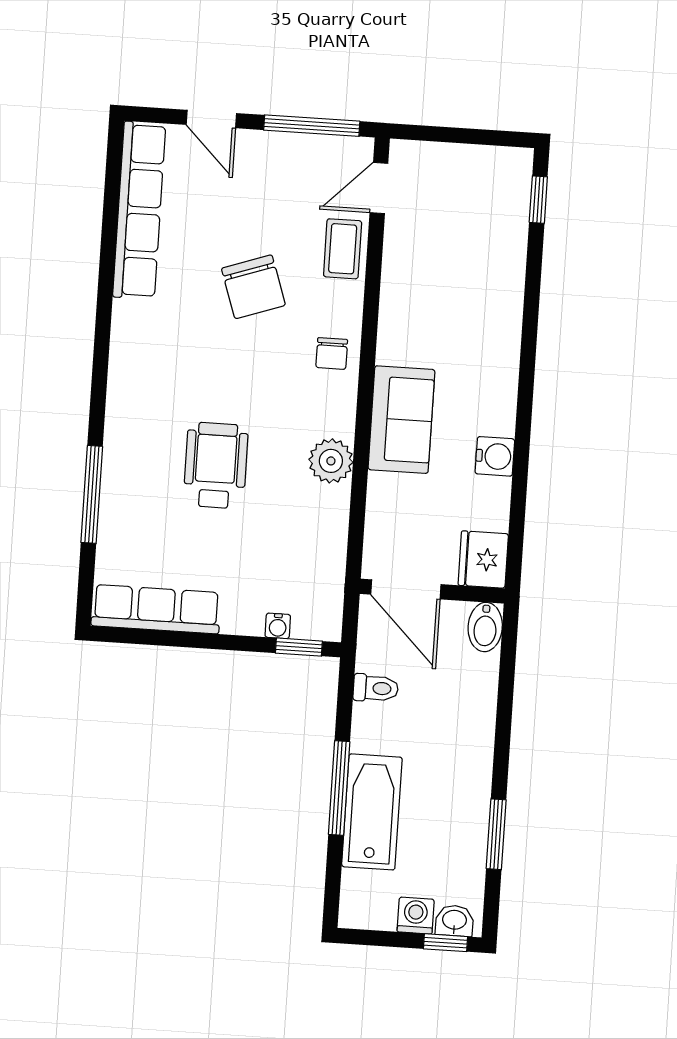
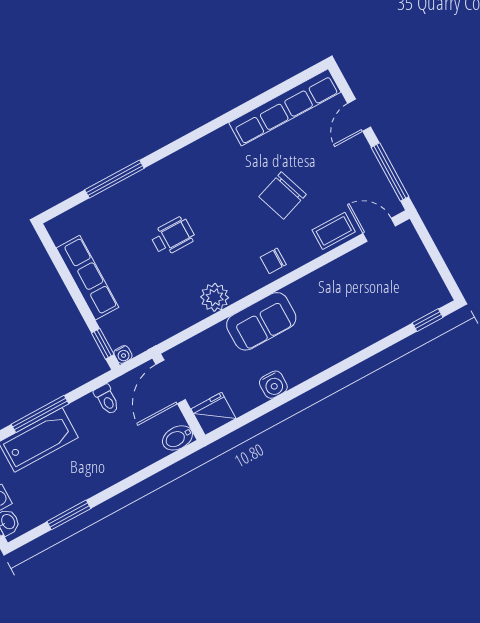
wheelchair: (216, 465) -> (173, 236), width x0.73, depth x0.73
row of seats: (156, 609) -> (88, 278), moved
water cooler: (278, 626) -> (123, 354), moved, turned -90

